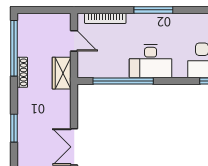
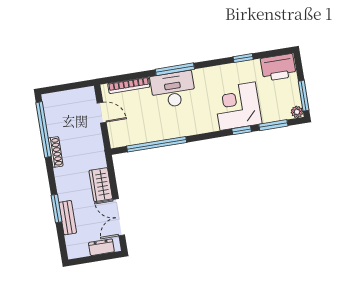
desk: (151, 61) -> (173, 90), moved, turned 180
wardrobe: (62, 73) -> (101, 185), moved
bench: (24, 139) -> (68, 218), added

